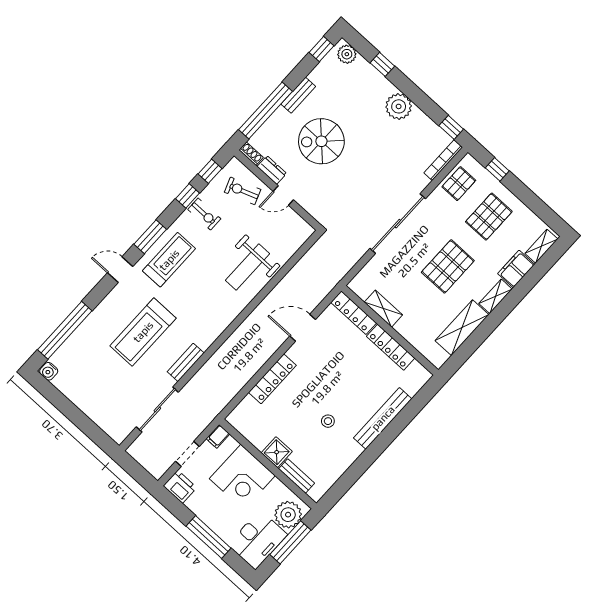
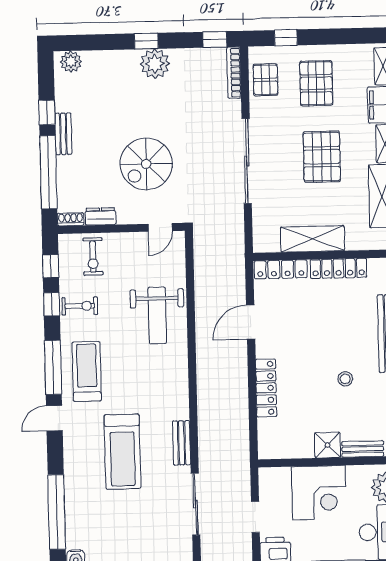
window: (322, 49) -> (47, 113), moved
window: (382, 64) -> (146, 41), moved
spiral stairs: (321, 141) -> (146, 164), moved
exercise bike: (243, 191) -> (93, 257), turned -70
door: (283, 195) -> (160, 227), moved
window: (150, 237) -> (53, 367), width x1.44
shelving: (383, 309) -> (313, 239), width x1.50, depth x1.33
filing cabinet: (218, 436) -> (267, 478), removed

